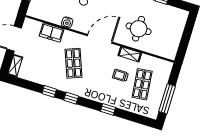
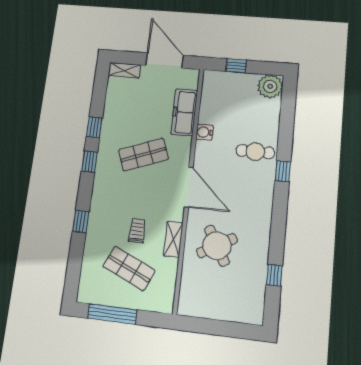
round table: (139, 29) -> (217, 246), turned -30
freezer: (52, 32) -> (184, 112), width x1.40
shop shelf: (142, 84) -> (129, 268), turned 30

